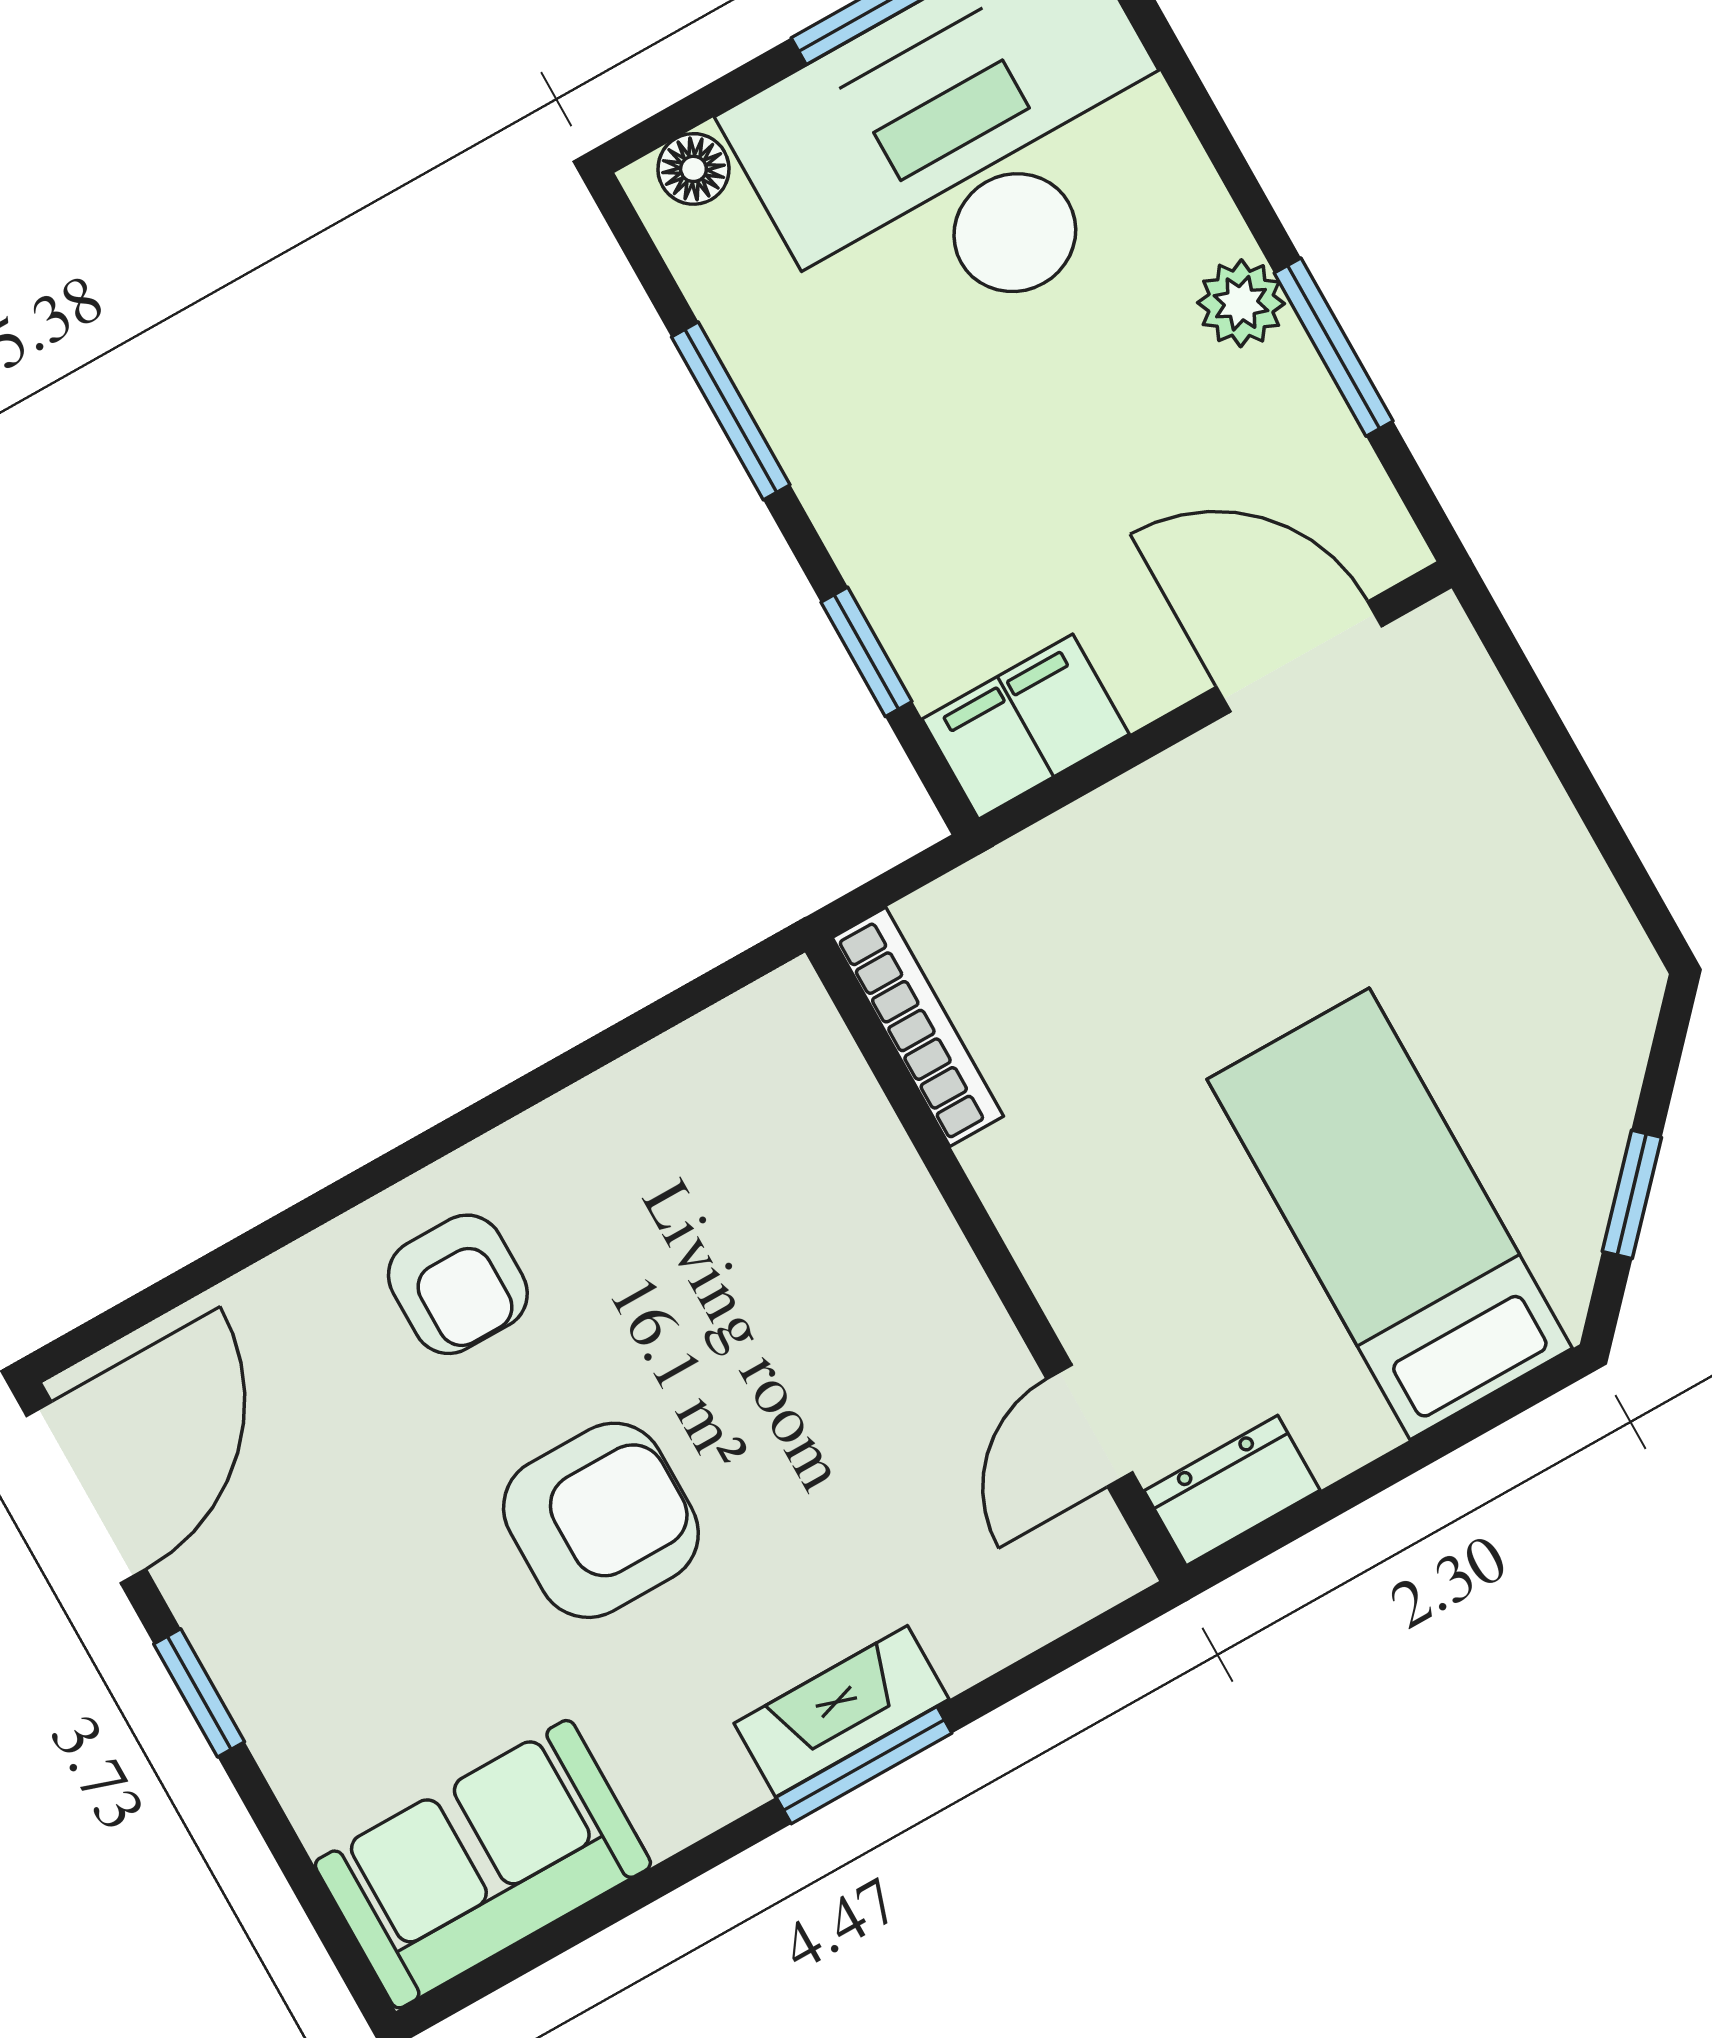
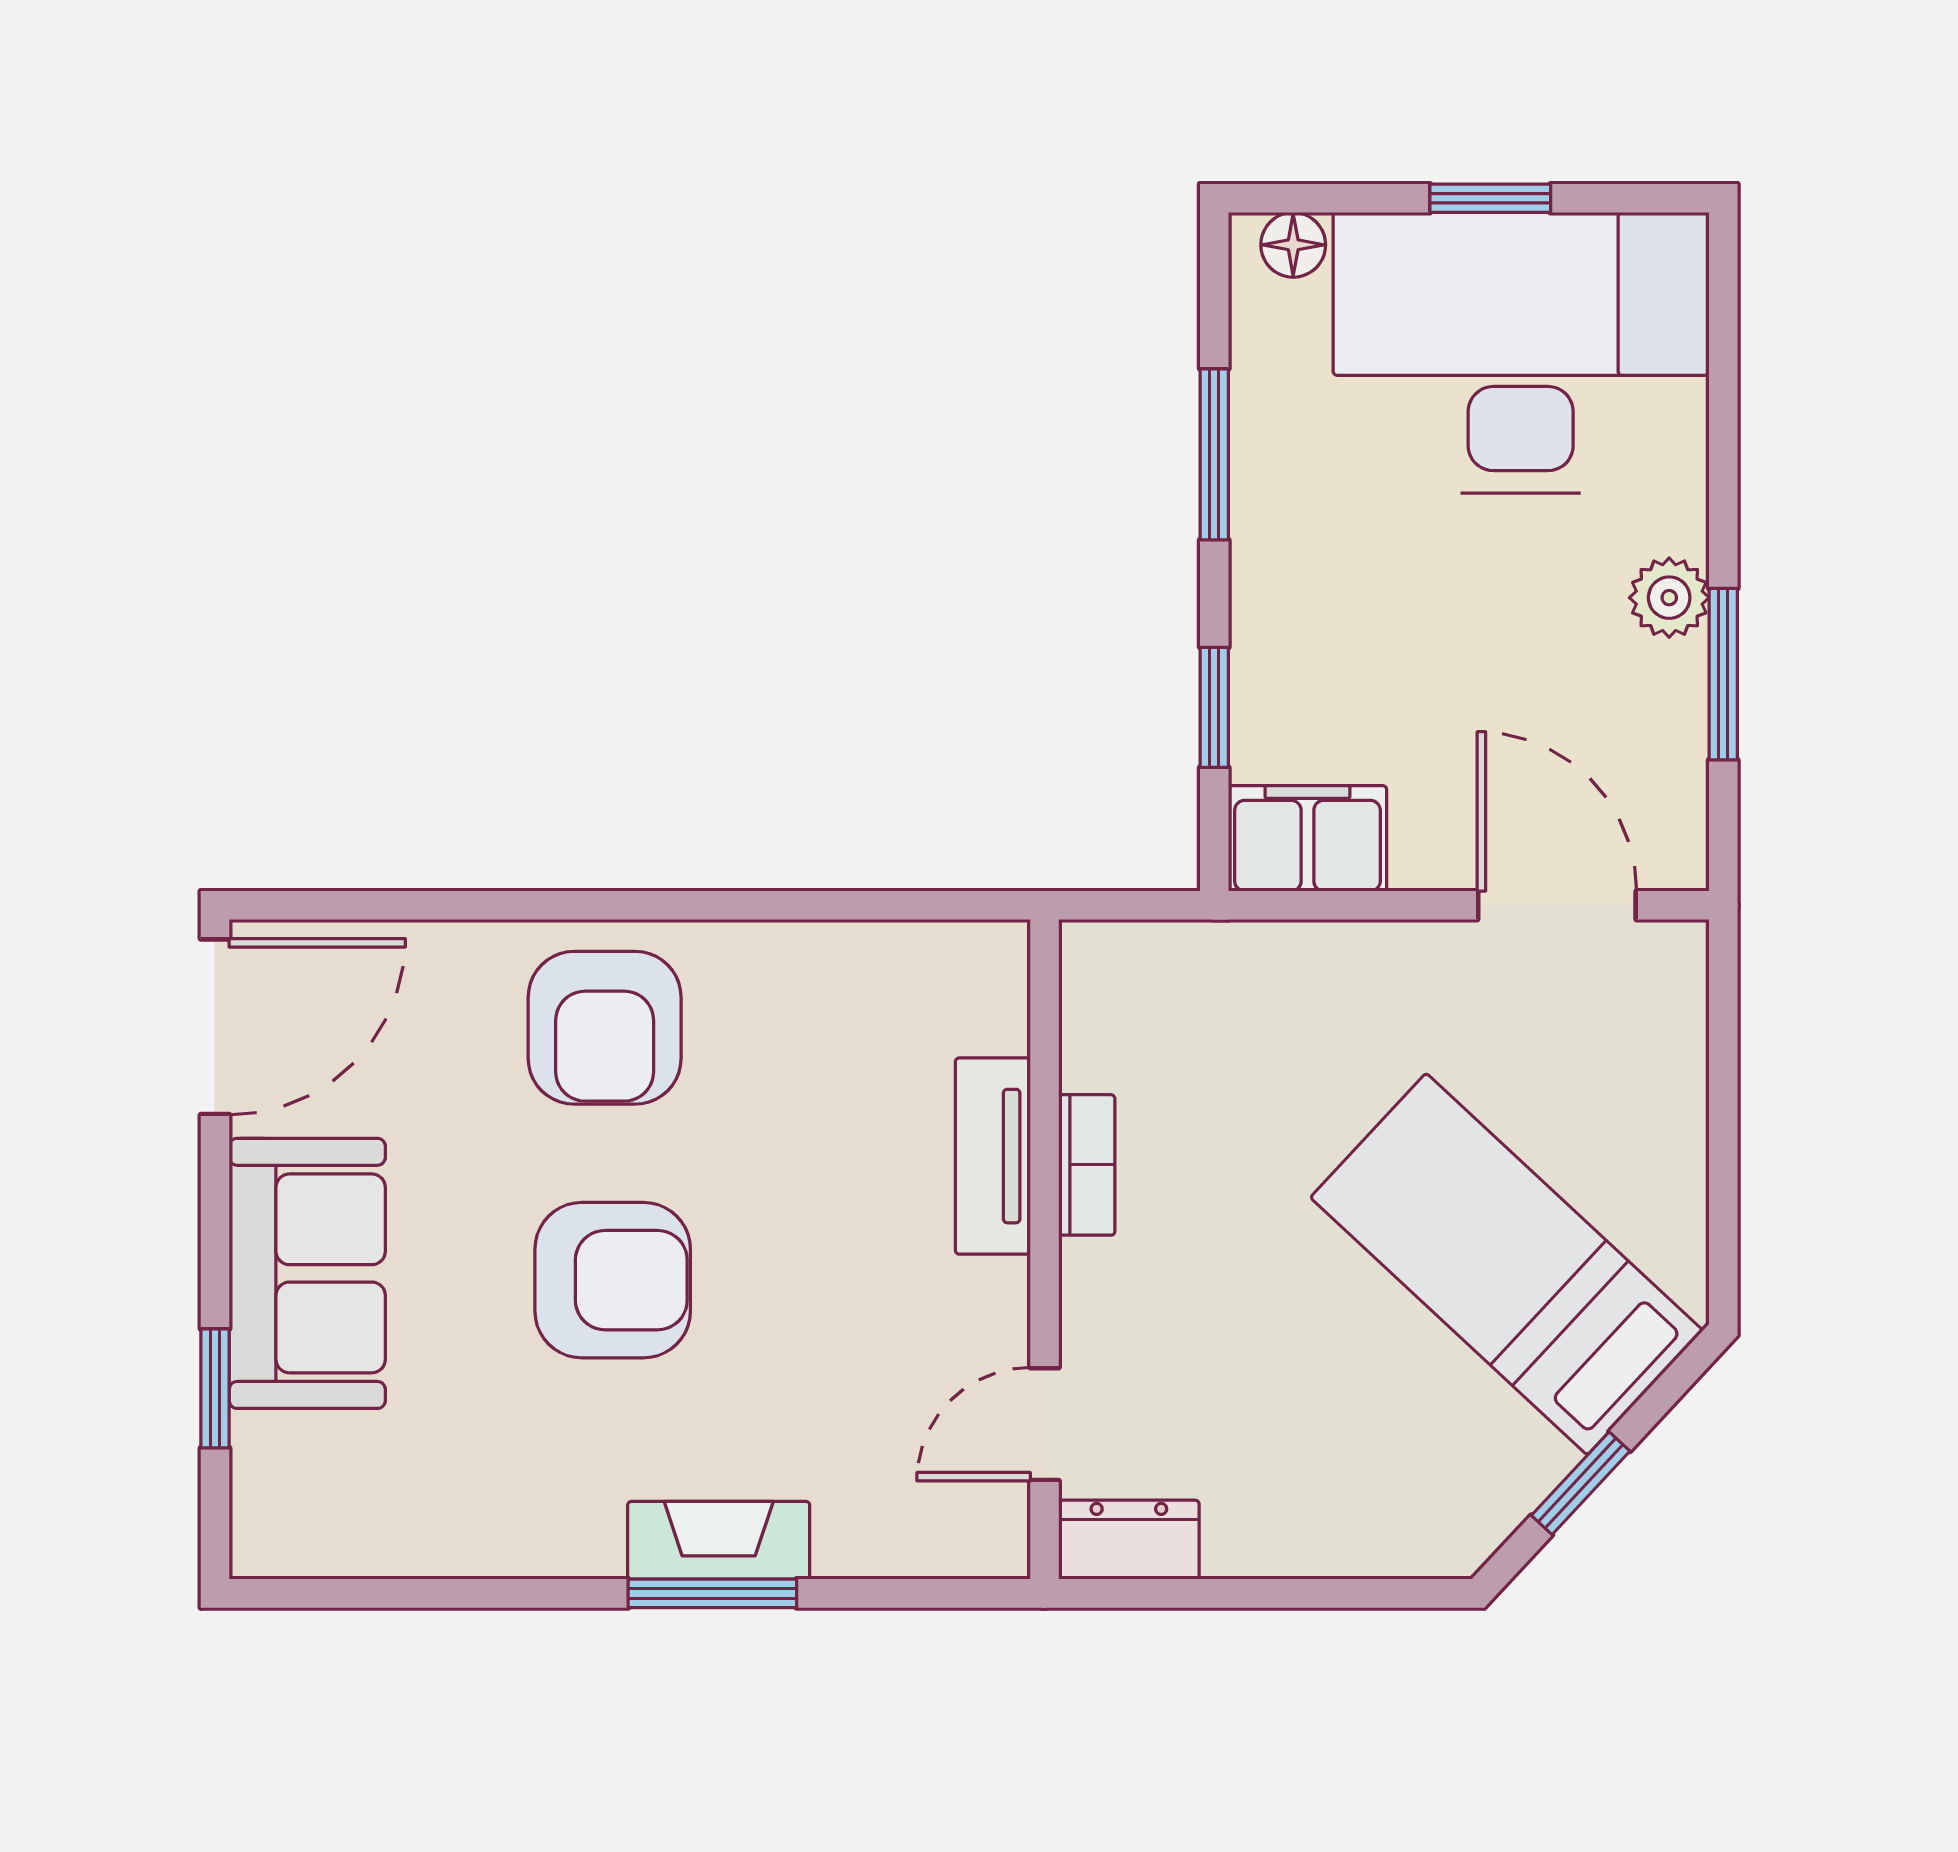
bookcase: (918, 1027) -> (1087, 1165), moved, width x0.64
tv unit: (897, 1198) -> (993, 1156), added
bed: (1390, 1214) -> (1507, 1264), moved, turned -47
armchair: (458, 1284) -> (605, 1028), width x1.38, depth x1.38
window: (199, 1693) -> (215, 1388), moved
sofa: (483, 1864) -> (307, 1273), moved, turned 90

